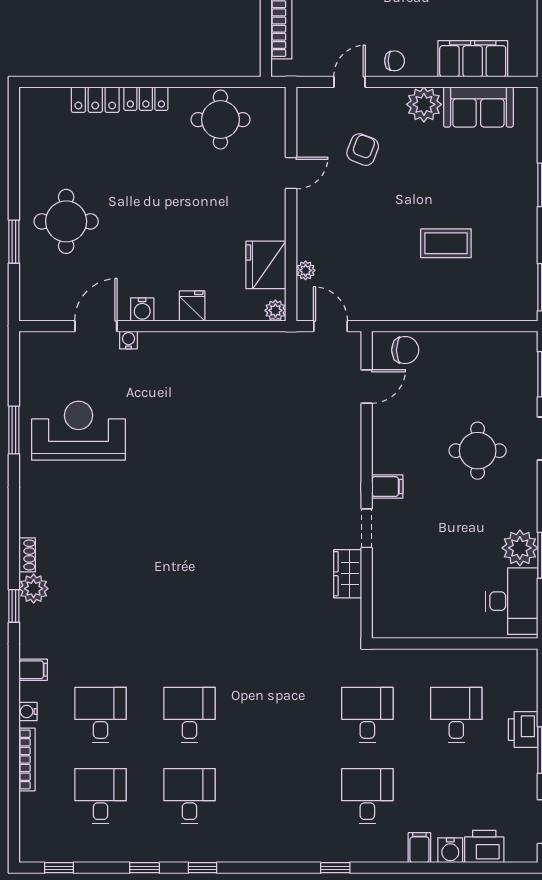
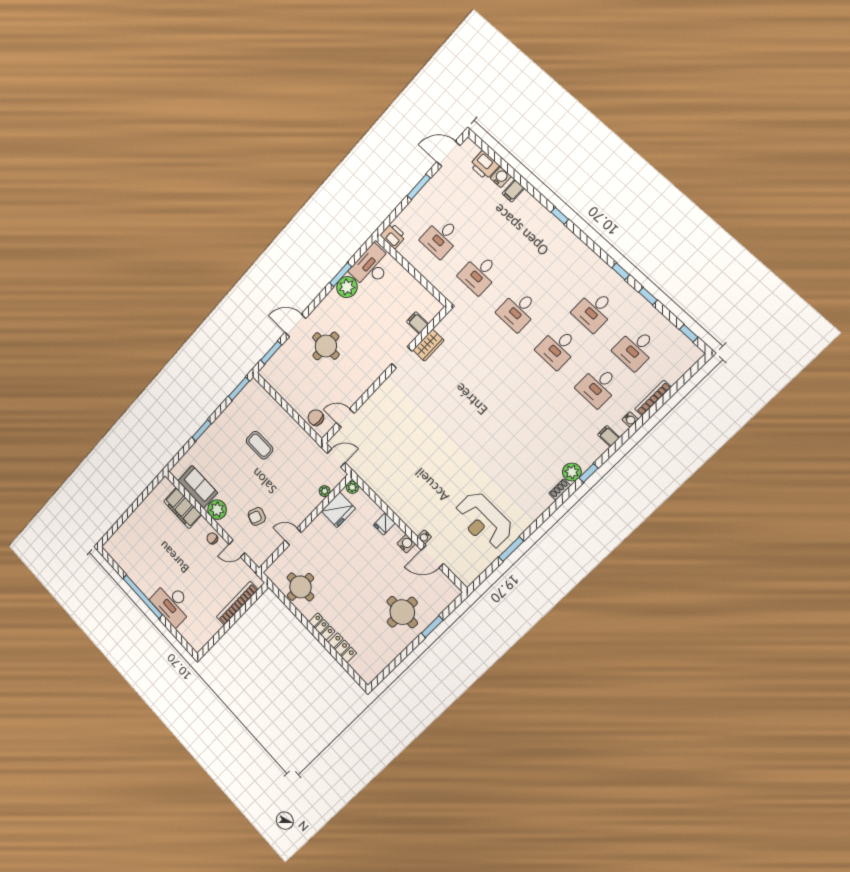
door: (330, 326) -> (336, 458), swing flipped
filing cabinet: (387, 487) -> (417, 323), moved
printer: (523, 730) -> (393, 236), moved, turned -90
desk: (367, 796) -> (518, 310), moved

